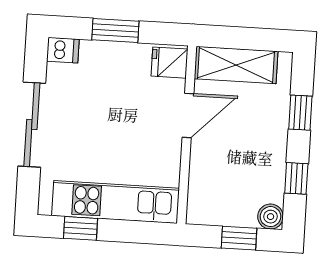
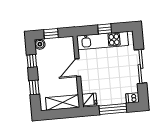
window: (115, 30) -> (113, 109), width x1.44
door: (188, 115) -> (78, 68), moved
window: (81, 228) -> (105, 29), moved

